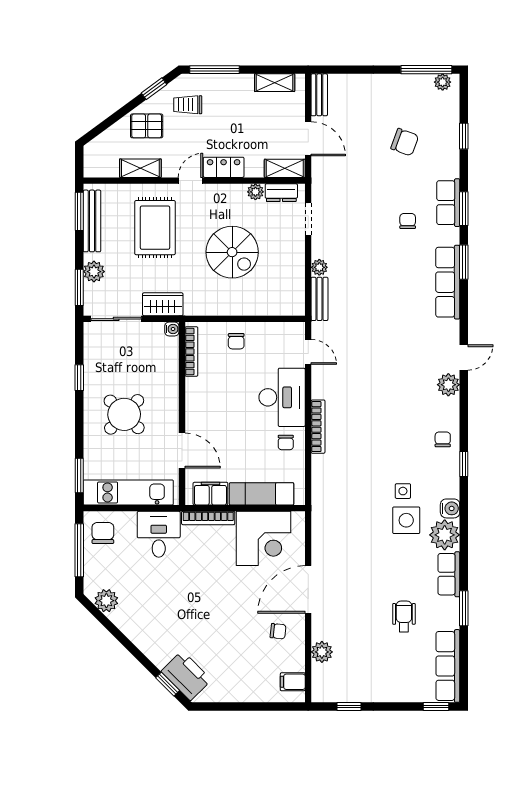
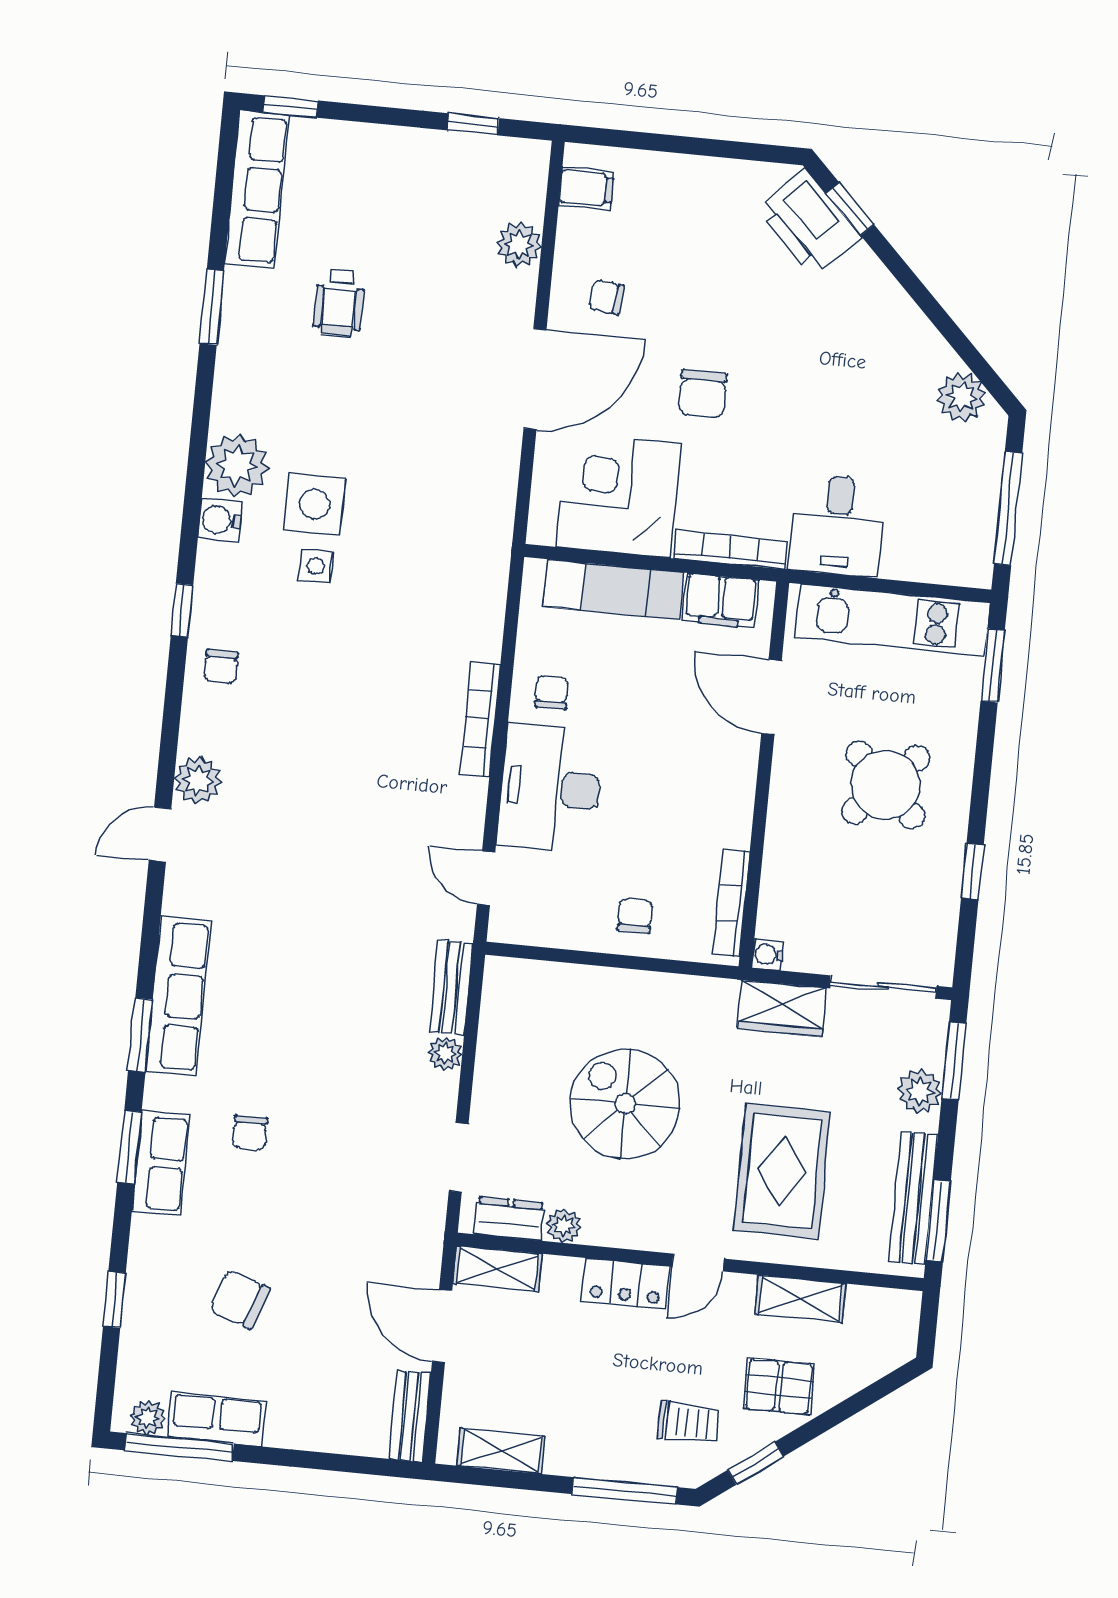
chair: (103, 533) -> (703, 394), moved
row of seats: (449, 574) -> (217, 1419), moved, turned -90

